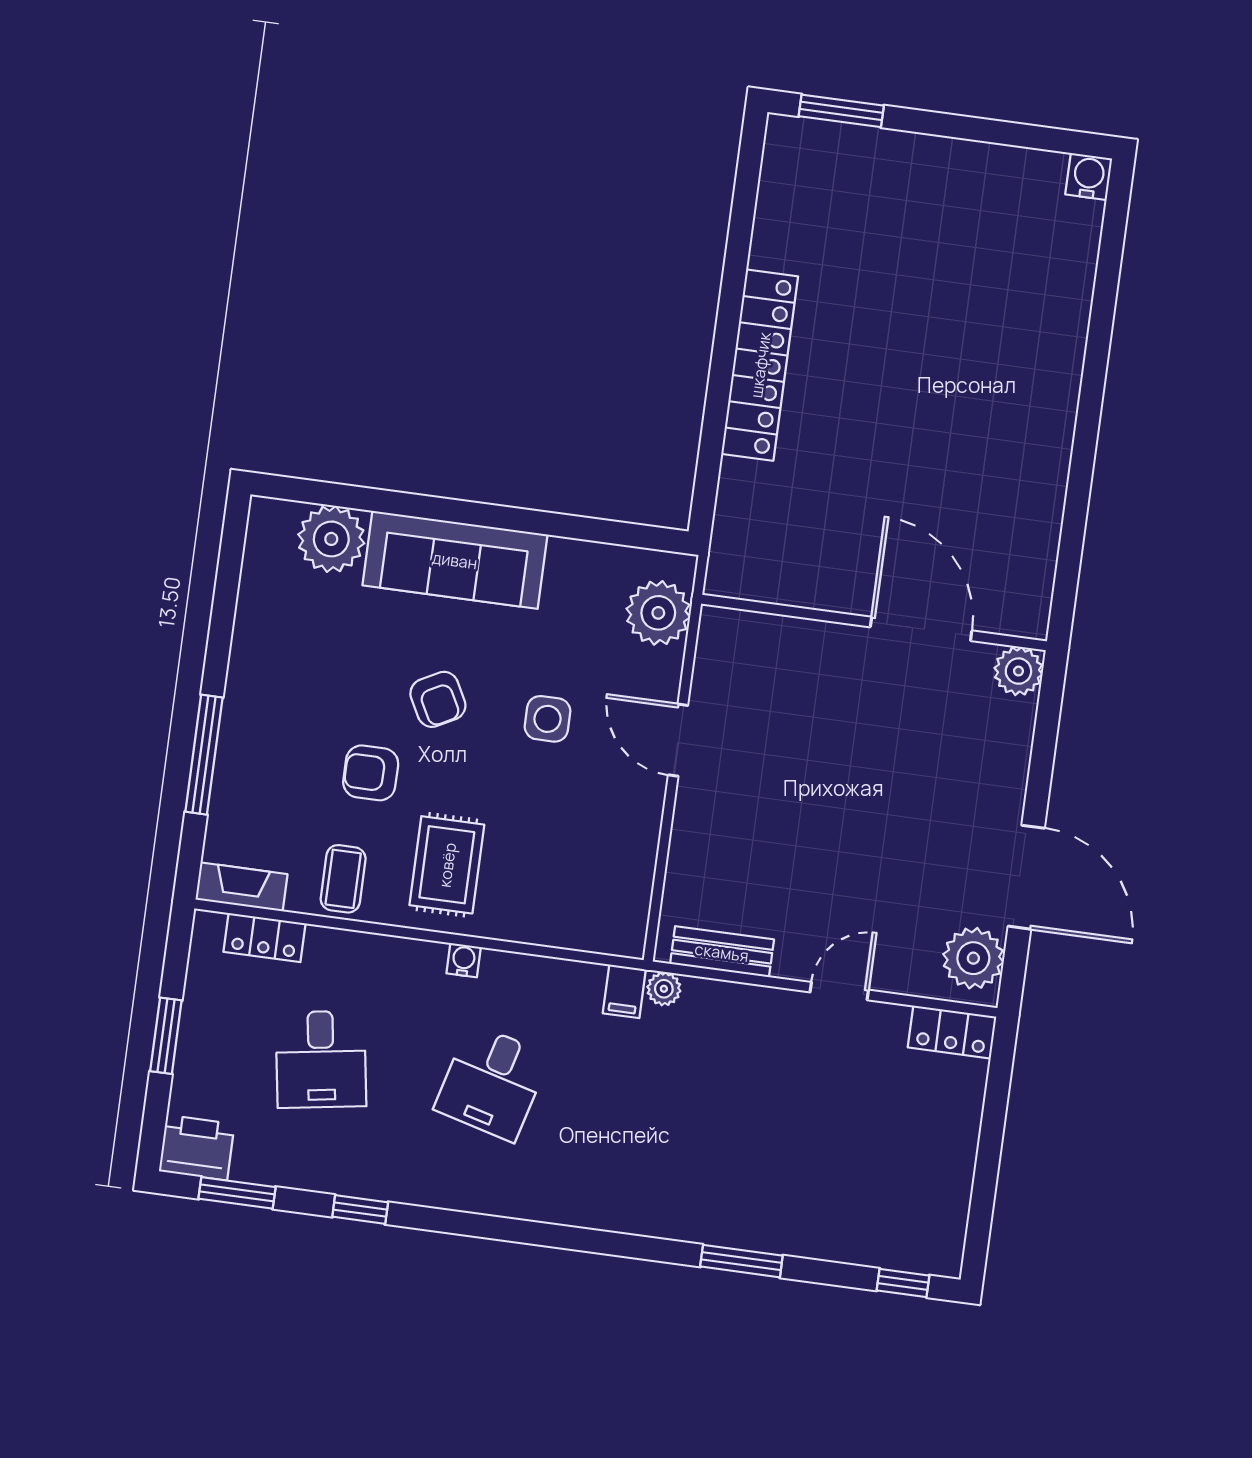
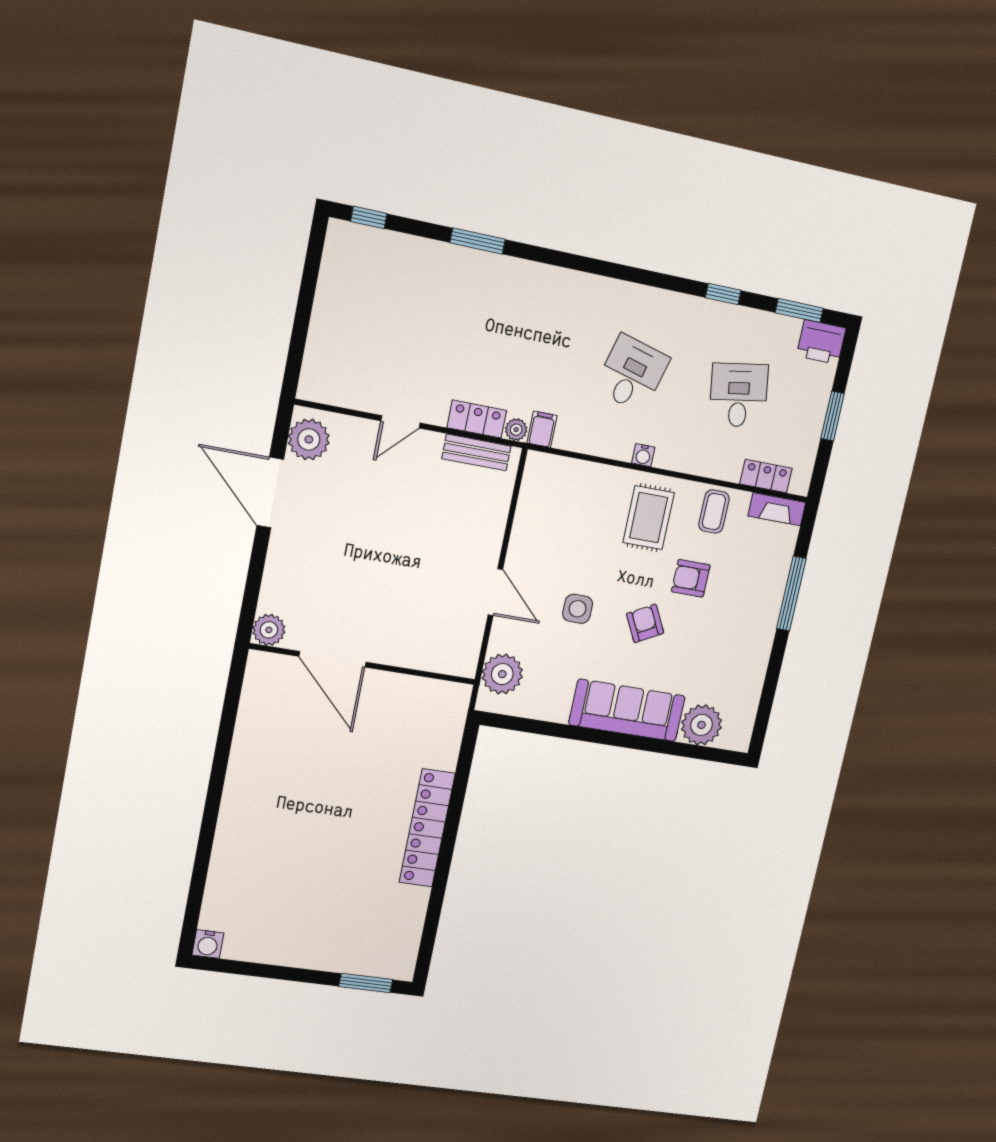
armchair: (371, 773) -> (691, 578), turned 180
locker: (952, 1032) -> (477, 419), moved

